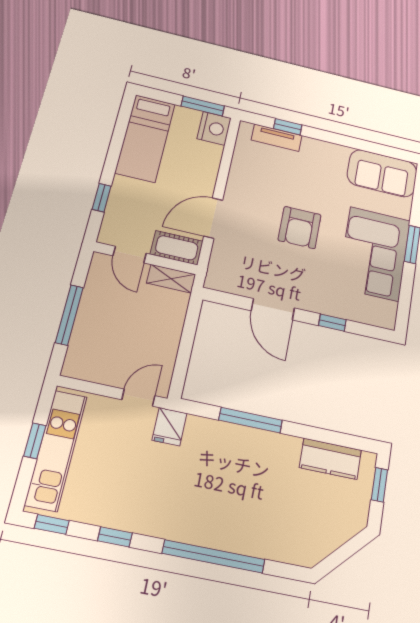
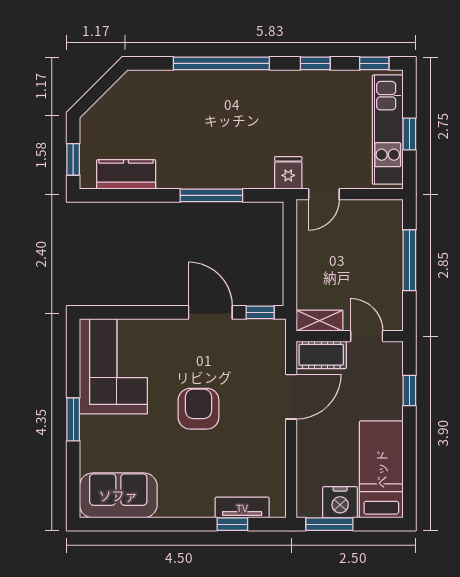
nightstand: (214, 128) -> (340, 502), moved, turned -90
corner sofa: (374, 254) -> (113, 366), moved
window: (332, 323) -> (260, 312), moved

